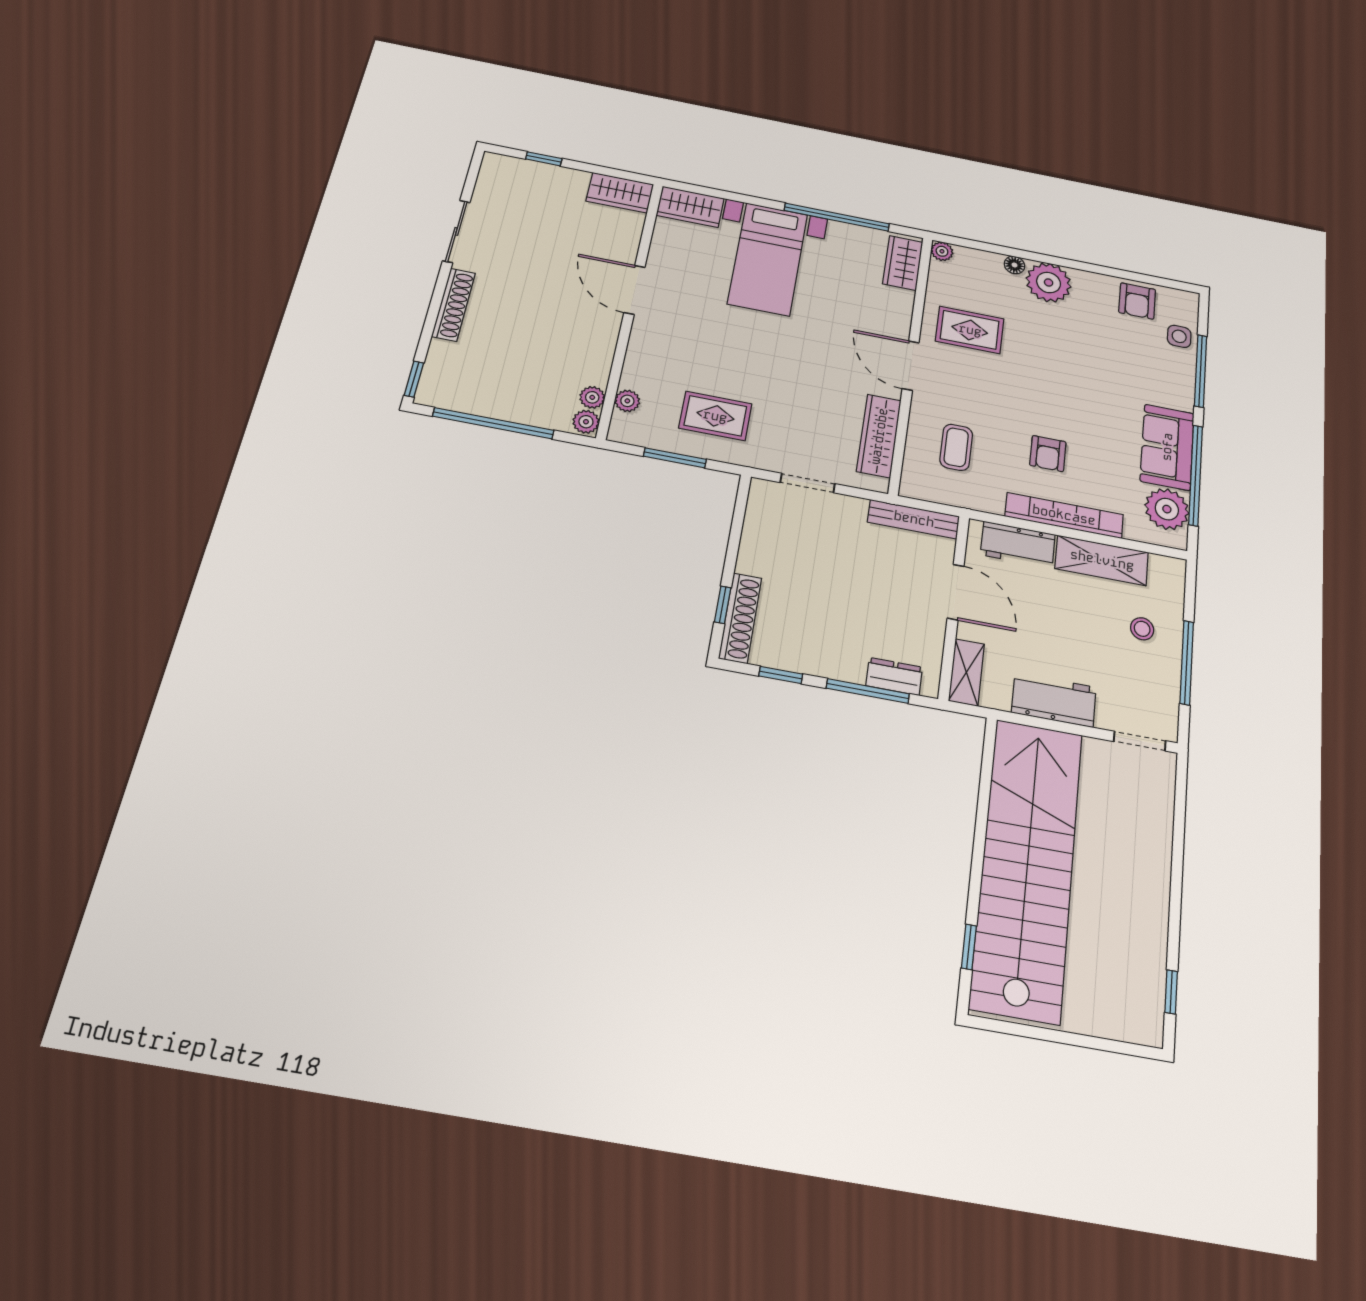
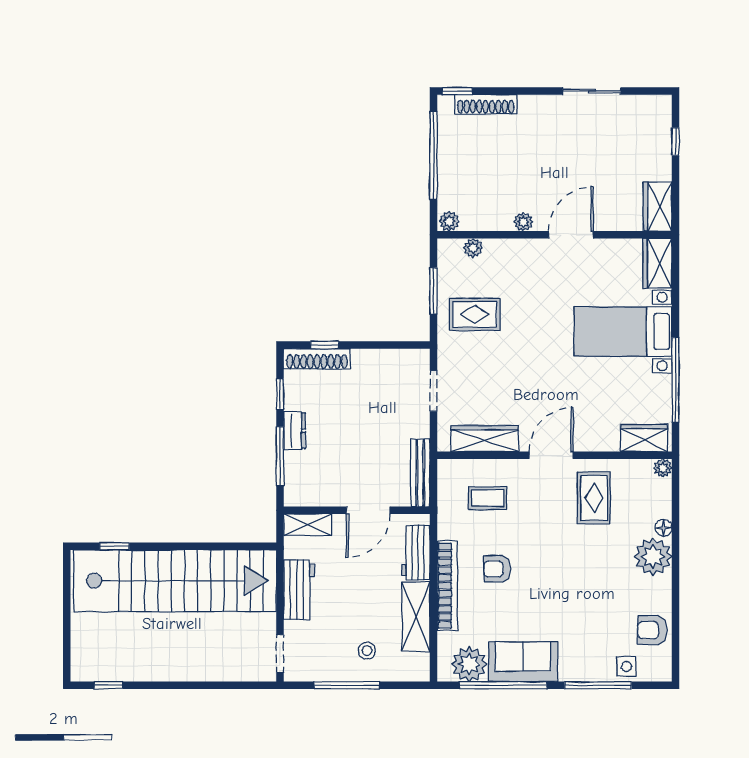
shoe rack: (454, 305) -> (486, 104), moved
plant: (592, 397) -> (523, 222), moved
rug: (715, 416) -> (475, 314), turned 90
dresser: (894, 676) -> (295, 431), moved

